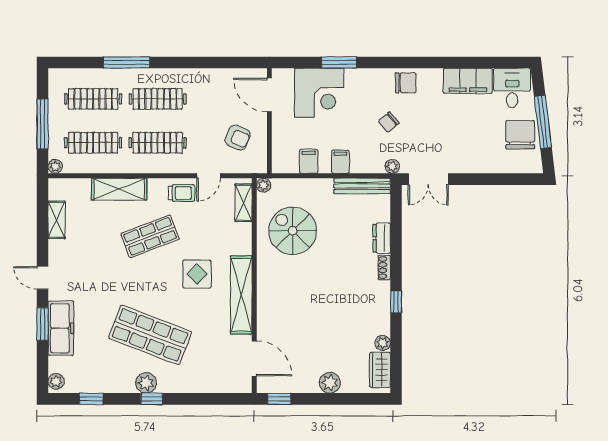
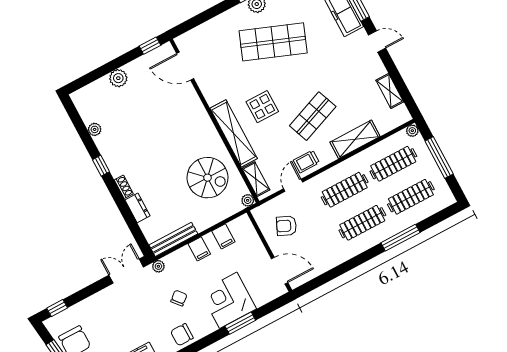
corner desk: (319, 93) -> (228, 300), moved
window: (520, 179) -> (57, 308), added
shelving: (241, 295) -> (234, 133), moved
wardrobe: (380, 370) -> (86, 108), removed

